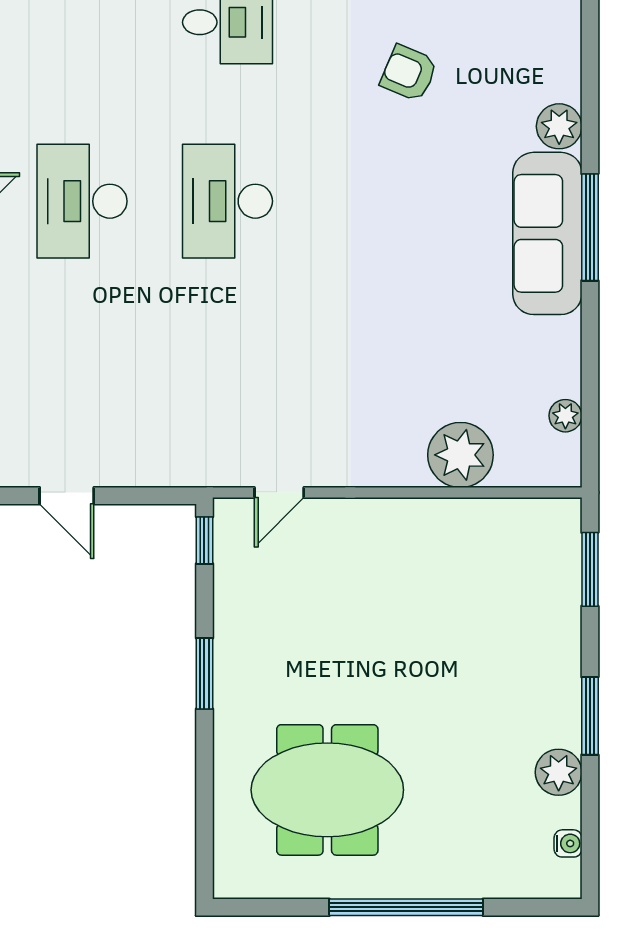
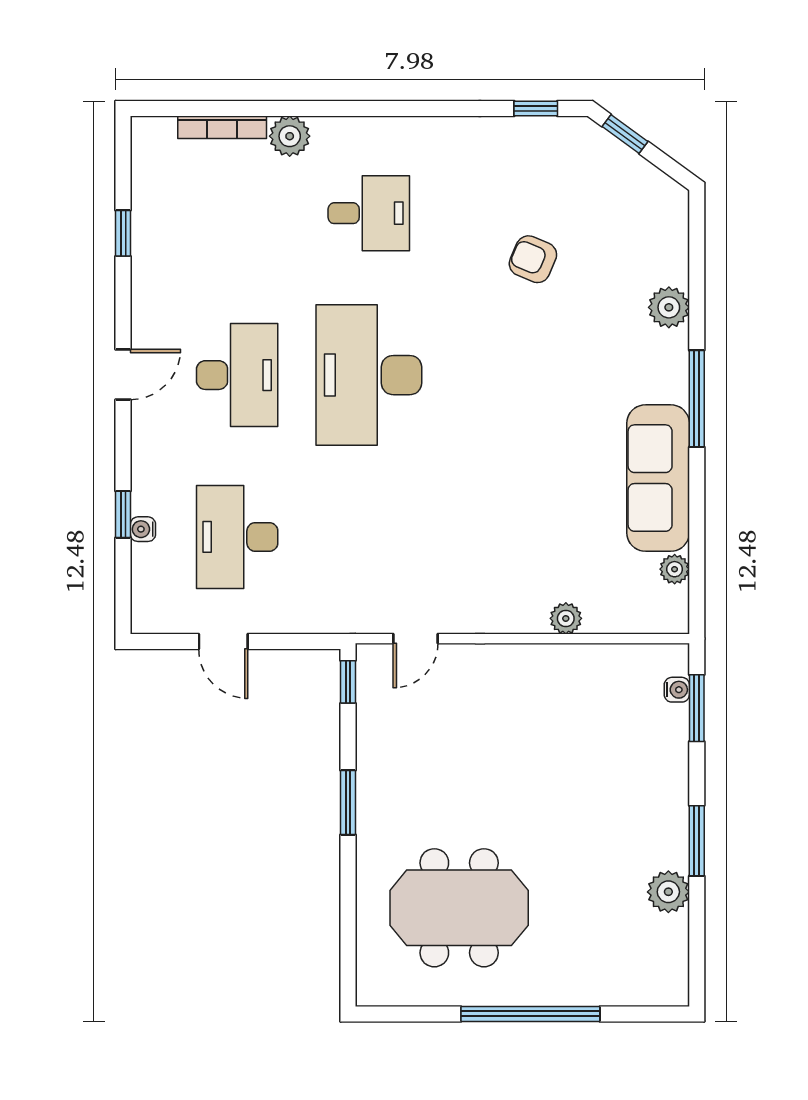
desk: (82, 201) -> (237, 375), turned 180
desk: (228, 201) -> (369, 375), width x1.36, depth x1.30
sofa: (547, 233) -> (658, 478), moved
desk: (82, 380) -> (237, 537), added
plant: (460, 455) -> (566, 618), width x0.53, depth x0.53
water cooler: (568, 843) -> (677, 690), moved

